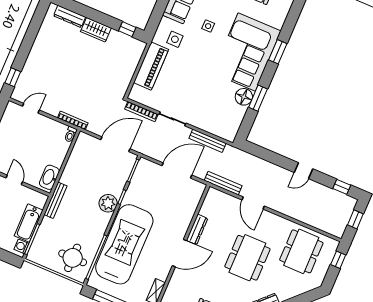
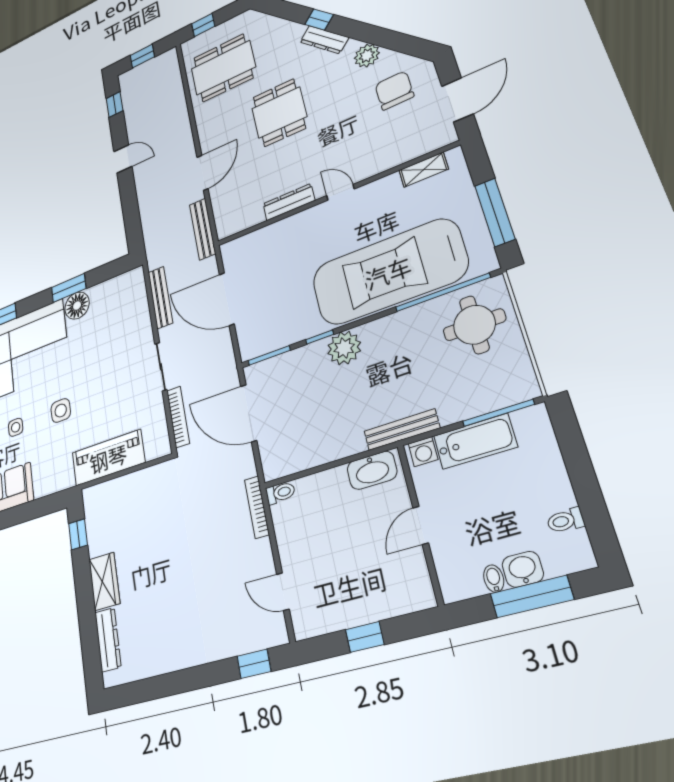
side table: (175, 39) -> (61, 411), moved
washing machine: (21, 246) -> (423, 452), moved
door: (179, 253) -> (340, 192), width x0.53
dining table: (247, 258) -> (279, 113), width x0.73

